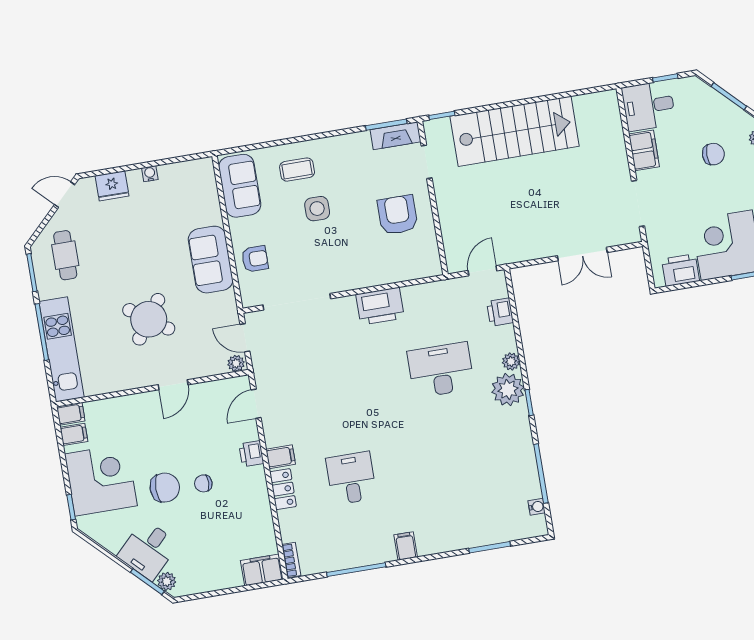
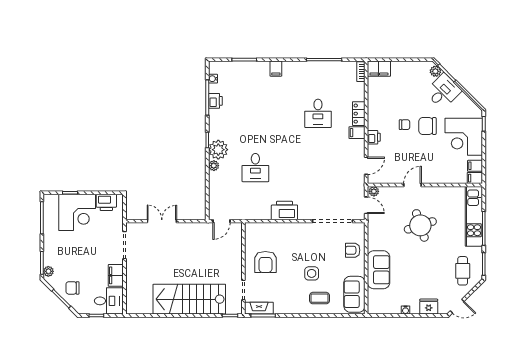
chair: (713, 154) -> (72, 288), moved
sofa: (211, 260) -> (379, 270), moved
printer: (500, 312) -> (215, 101), moved
round table: (149, 319) -> (420, 225), turned 37
desk: (441, 370) -> (255, 168), width x0.73
filing cabinet: (406, 546) -> (276, 69), moved

